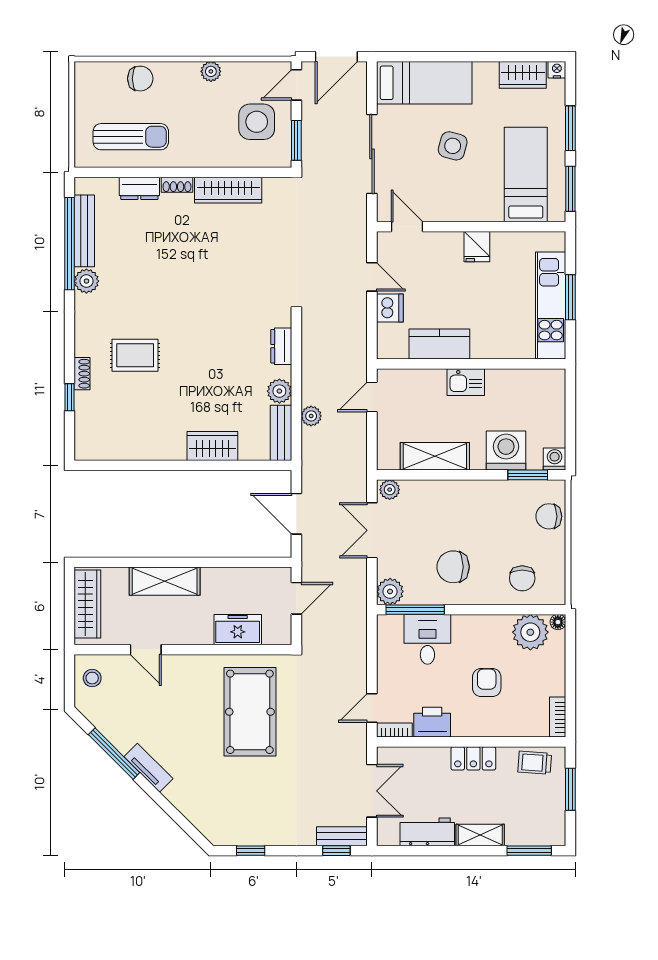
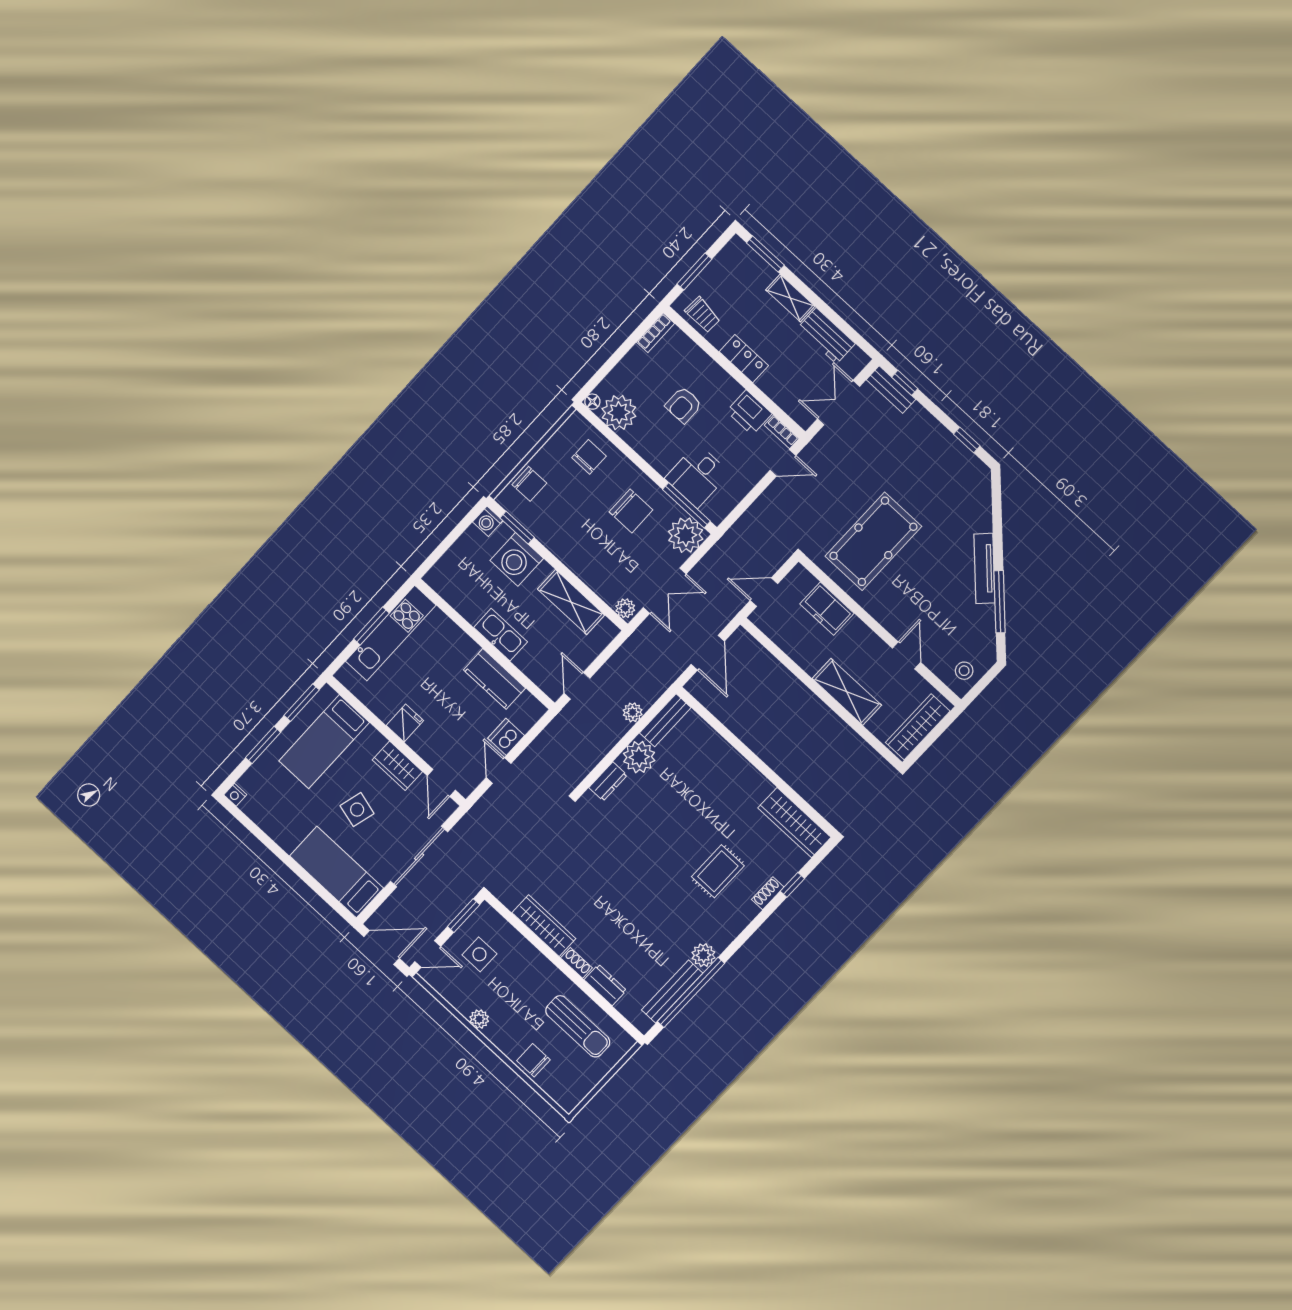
wardrobe: (523, 75) -> (397, 766), moved, turned 180
side table: (257, 122) -> (479, 954), width x0.73, depth x0.73
sun lounger: (131, 137) -> (578, 1026), turned 180
rug: (135, 355) -> (718, 871), turned 90
kitchen sink: (466, 382) -> (501, 635), width x1.38
plant: (279, 391) -> (639, 757), width x1.36, depth x1.36
door: (372, 397) -> (577, 686), swing flipped
wardrobe: (212, 446) -> (794, 823), moved, width x1.50
plant: (390, 591) -> (686, 535), width x1.36, depth x1.36
tv unit: (148, 768) -> (984, 569), width x1.41

